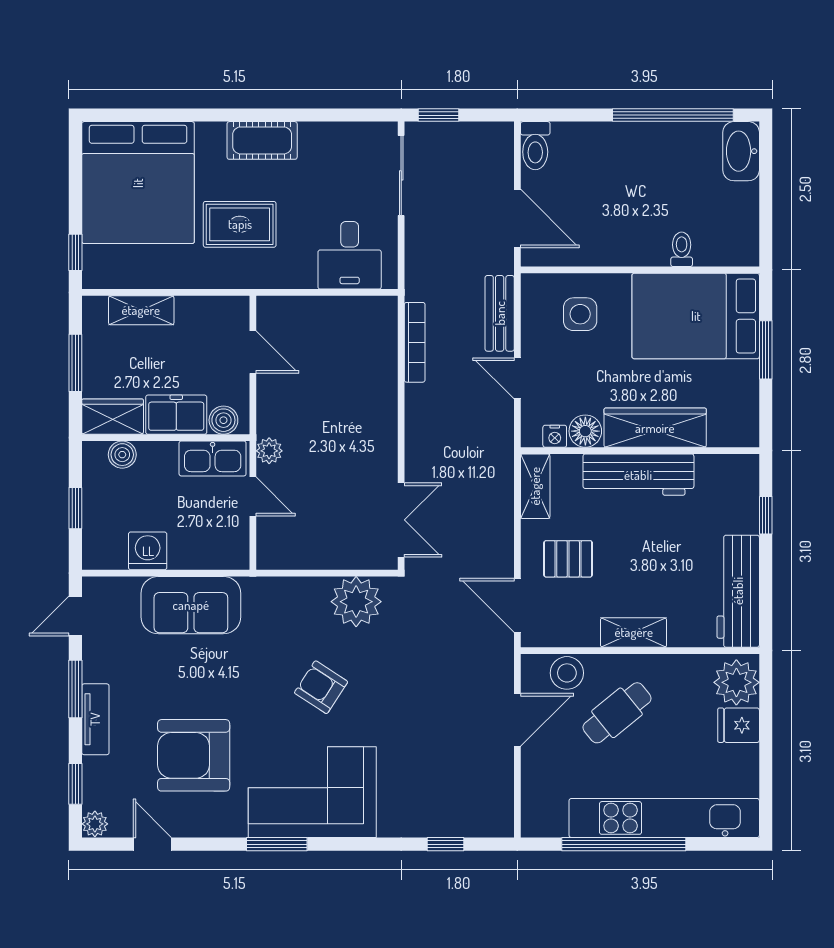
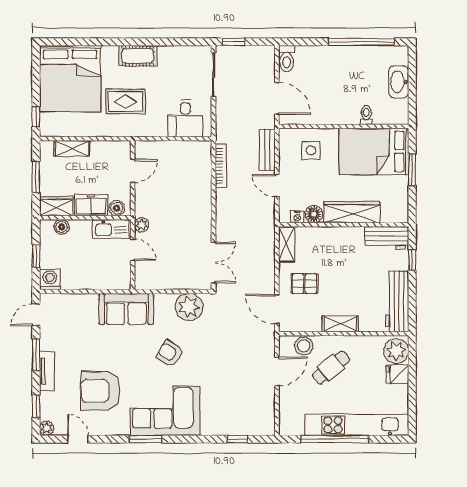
washbasin: (741, 151) -> (399, 82), moved
door: (253, 352) -> (133, 171), hinge flipped
workbench: (638, 475) -> (387, 238), moved, width x0.73
washing machine: (148, 551) -> (50, 279), moved
sofa: (191, 605) -> (126, 309), moved

